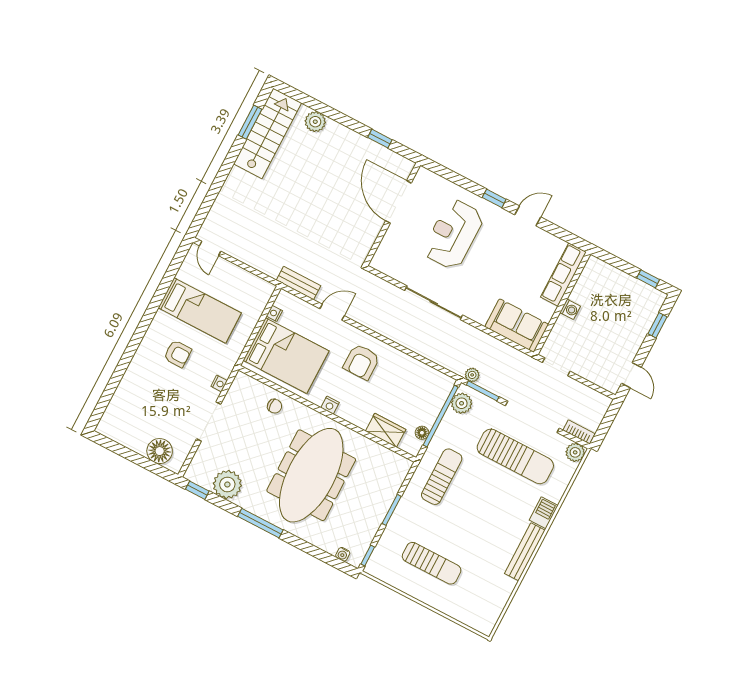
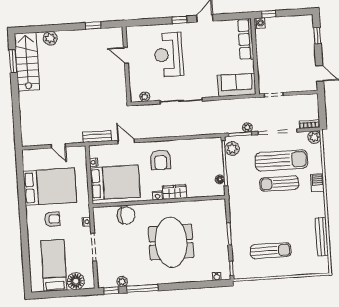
door: (398, 202) -> (126, 55), width x0.53
door: (210, 248) -> (58, 146), moved
plant: (390, 269) -> (145, 97), added
window: (648, 279) -> (269, 14), moved
washing machine: (570, 309) -> (259, 23), moved
bed: (200, 310) -> (50, 187), width x1.50
door: (332, 312) -> (126, 141), hinge flipped
plant: (472, 375) -> (247, 127), moved
chair: (275, 406) -> (126, 215), width x1.87, depth x1.87
bed: (144, 414) -> (54, 265), added
wardrobe: (386, 430) -> (175, 192), moved
meeting table: (311, 475) -> (171, 242), width x0.73
sun lounger: (442, 477) -> (279, 184), moved, turned -90
plant: (227, 484) -> (122, 281), width x0.53, depth x0.53
window: (260, 523) -> (142, 288), moved
bench: (525, 552) -> (322, 237), moved

